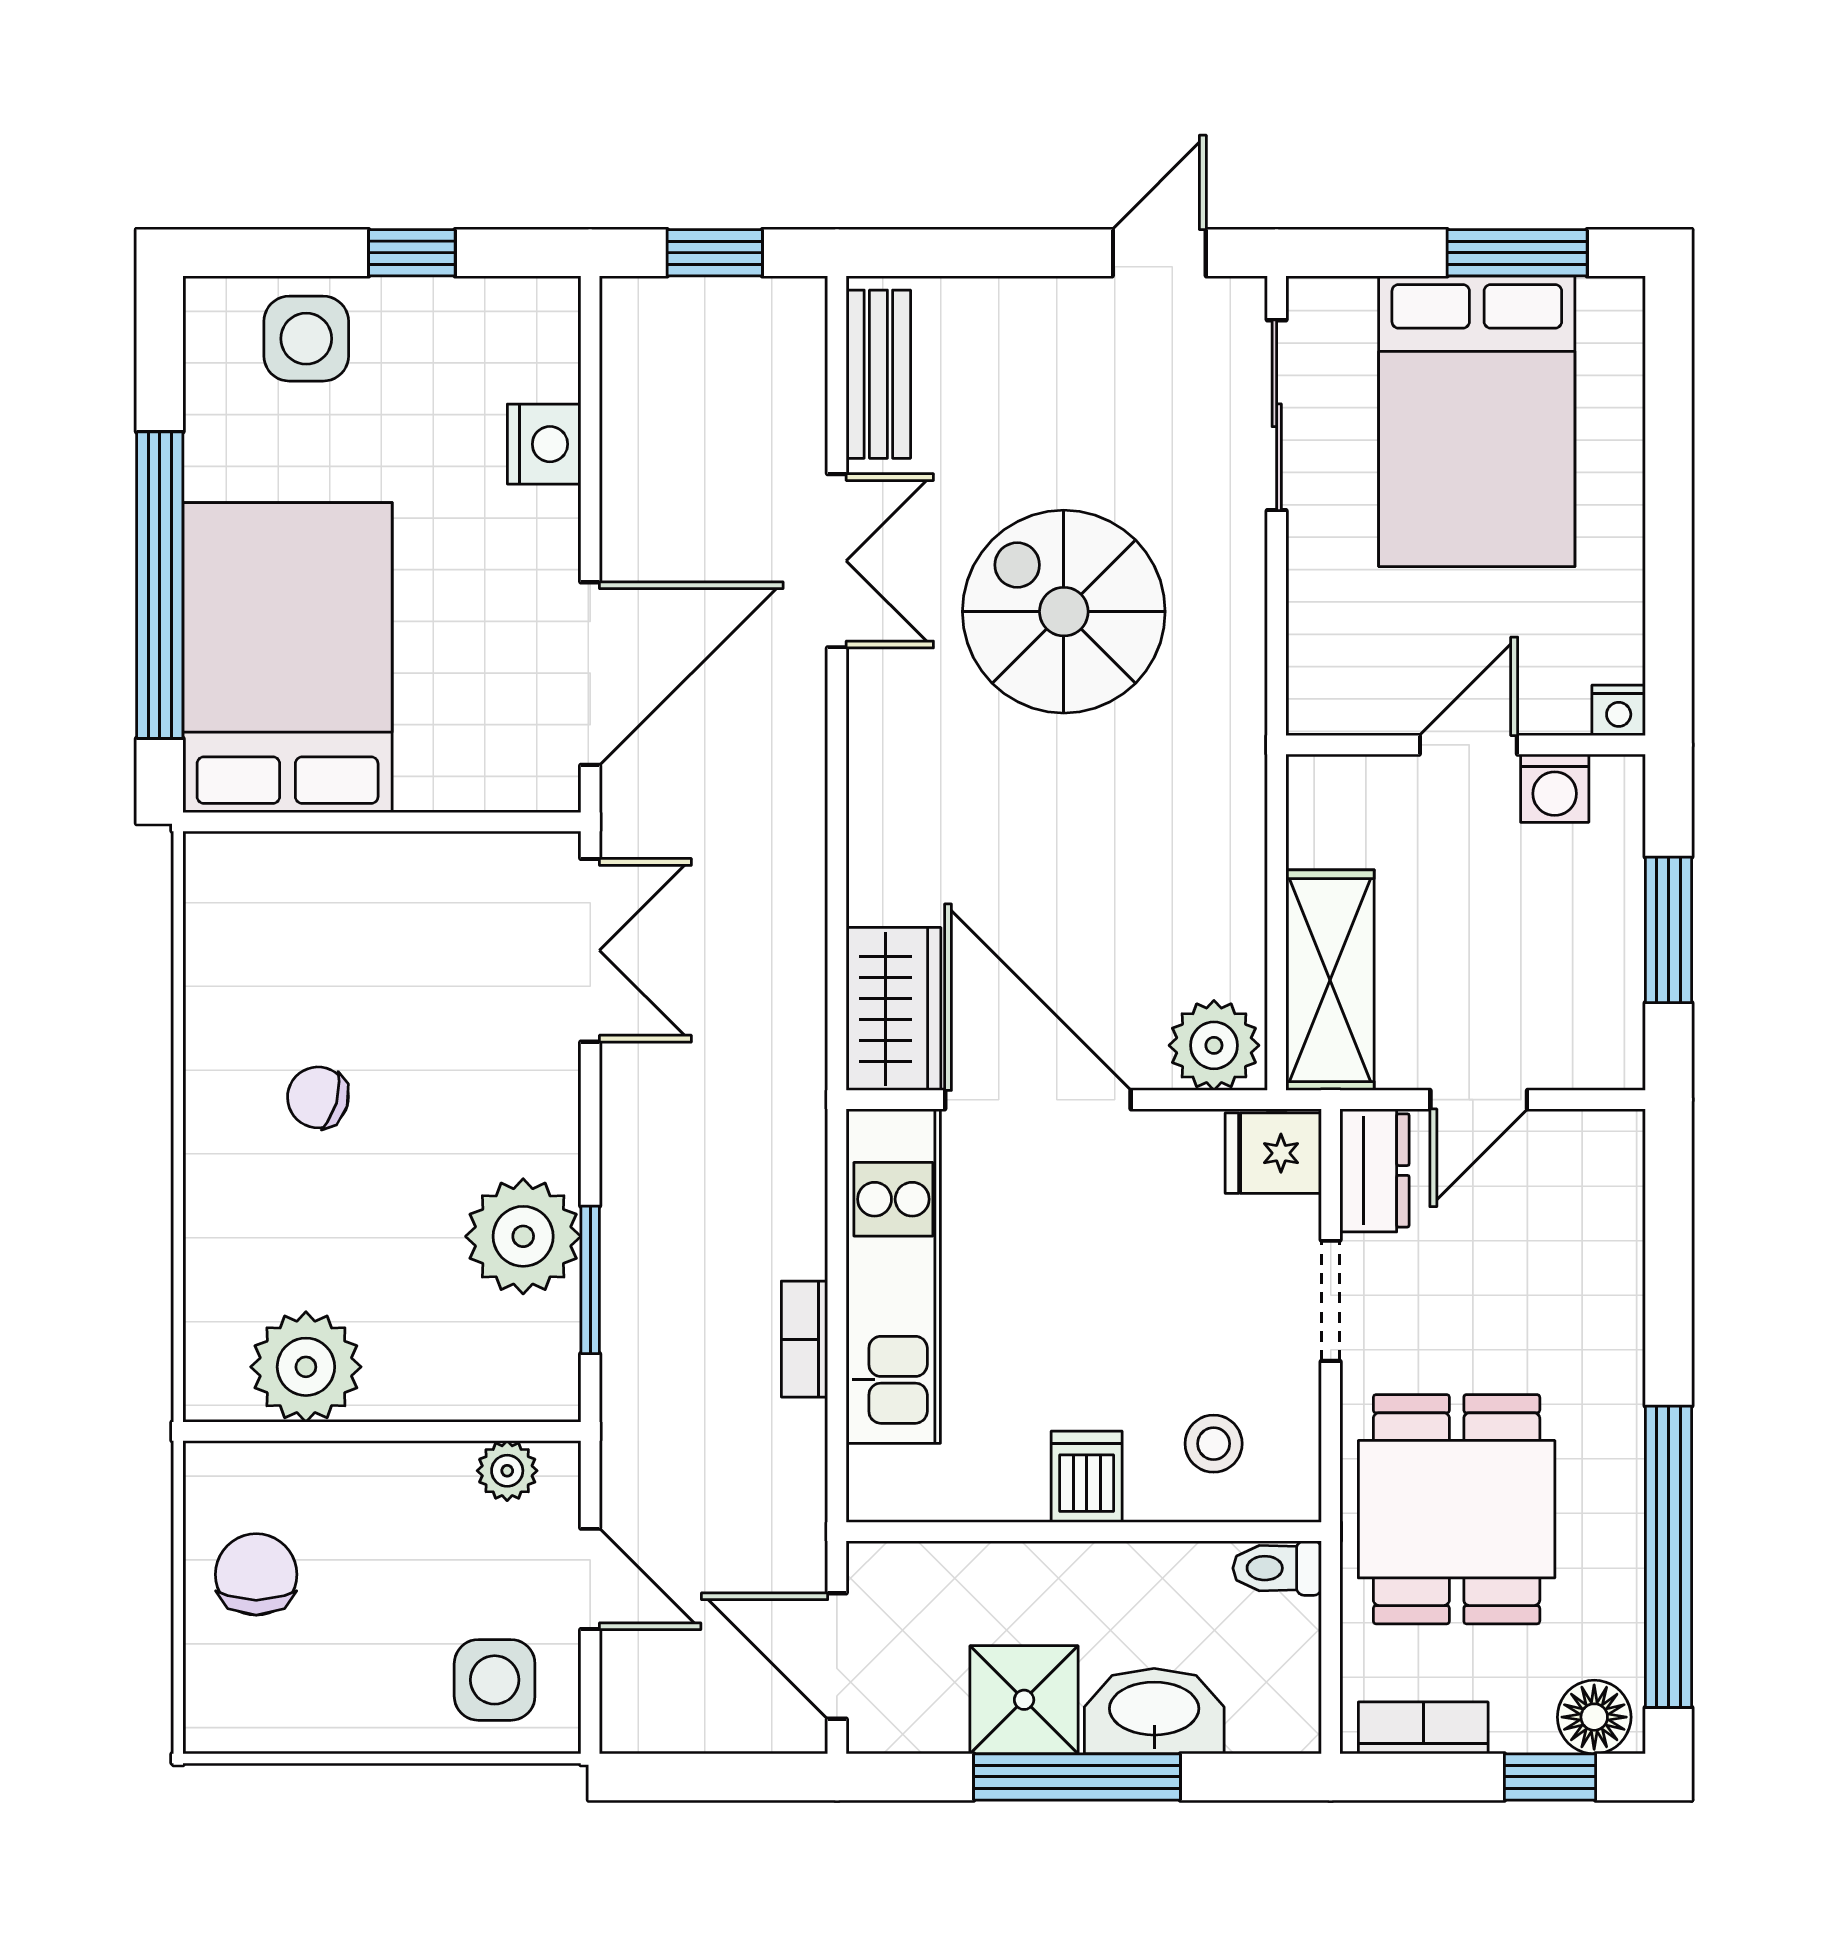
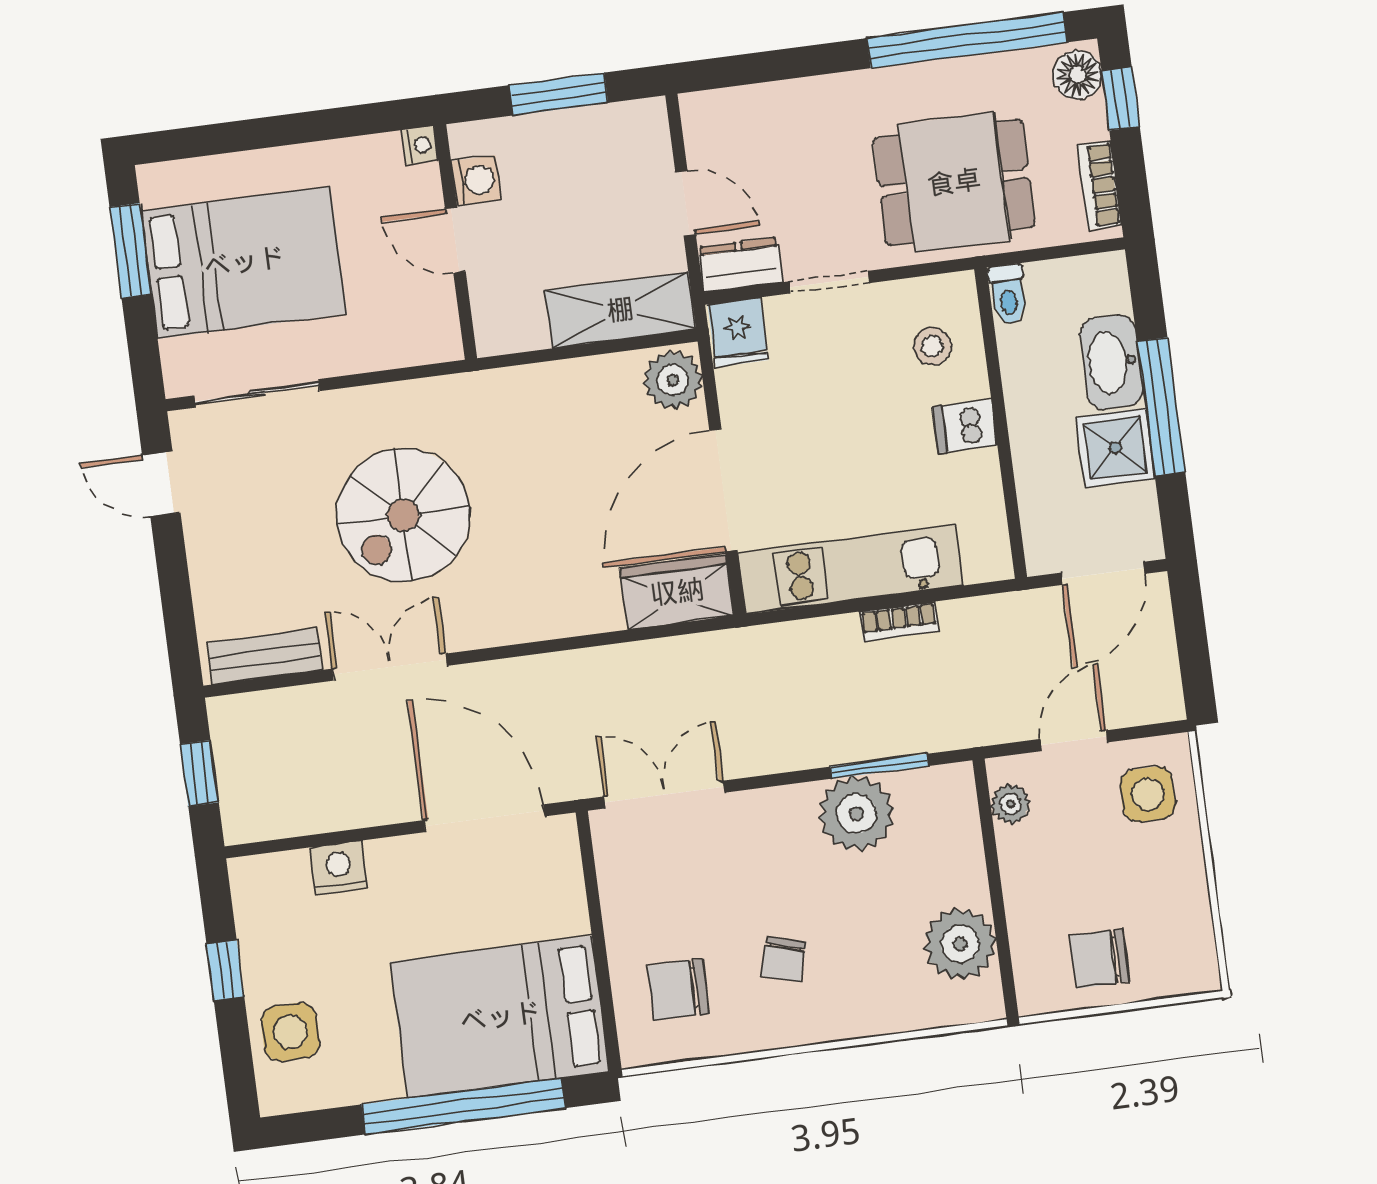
chair: (293, 932) -> (678, 990), added

